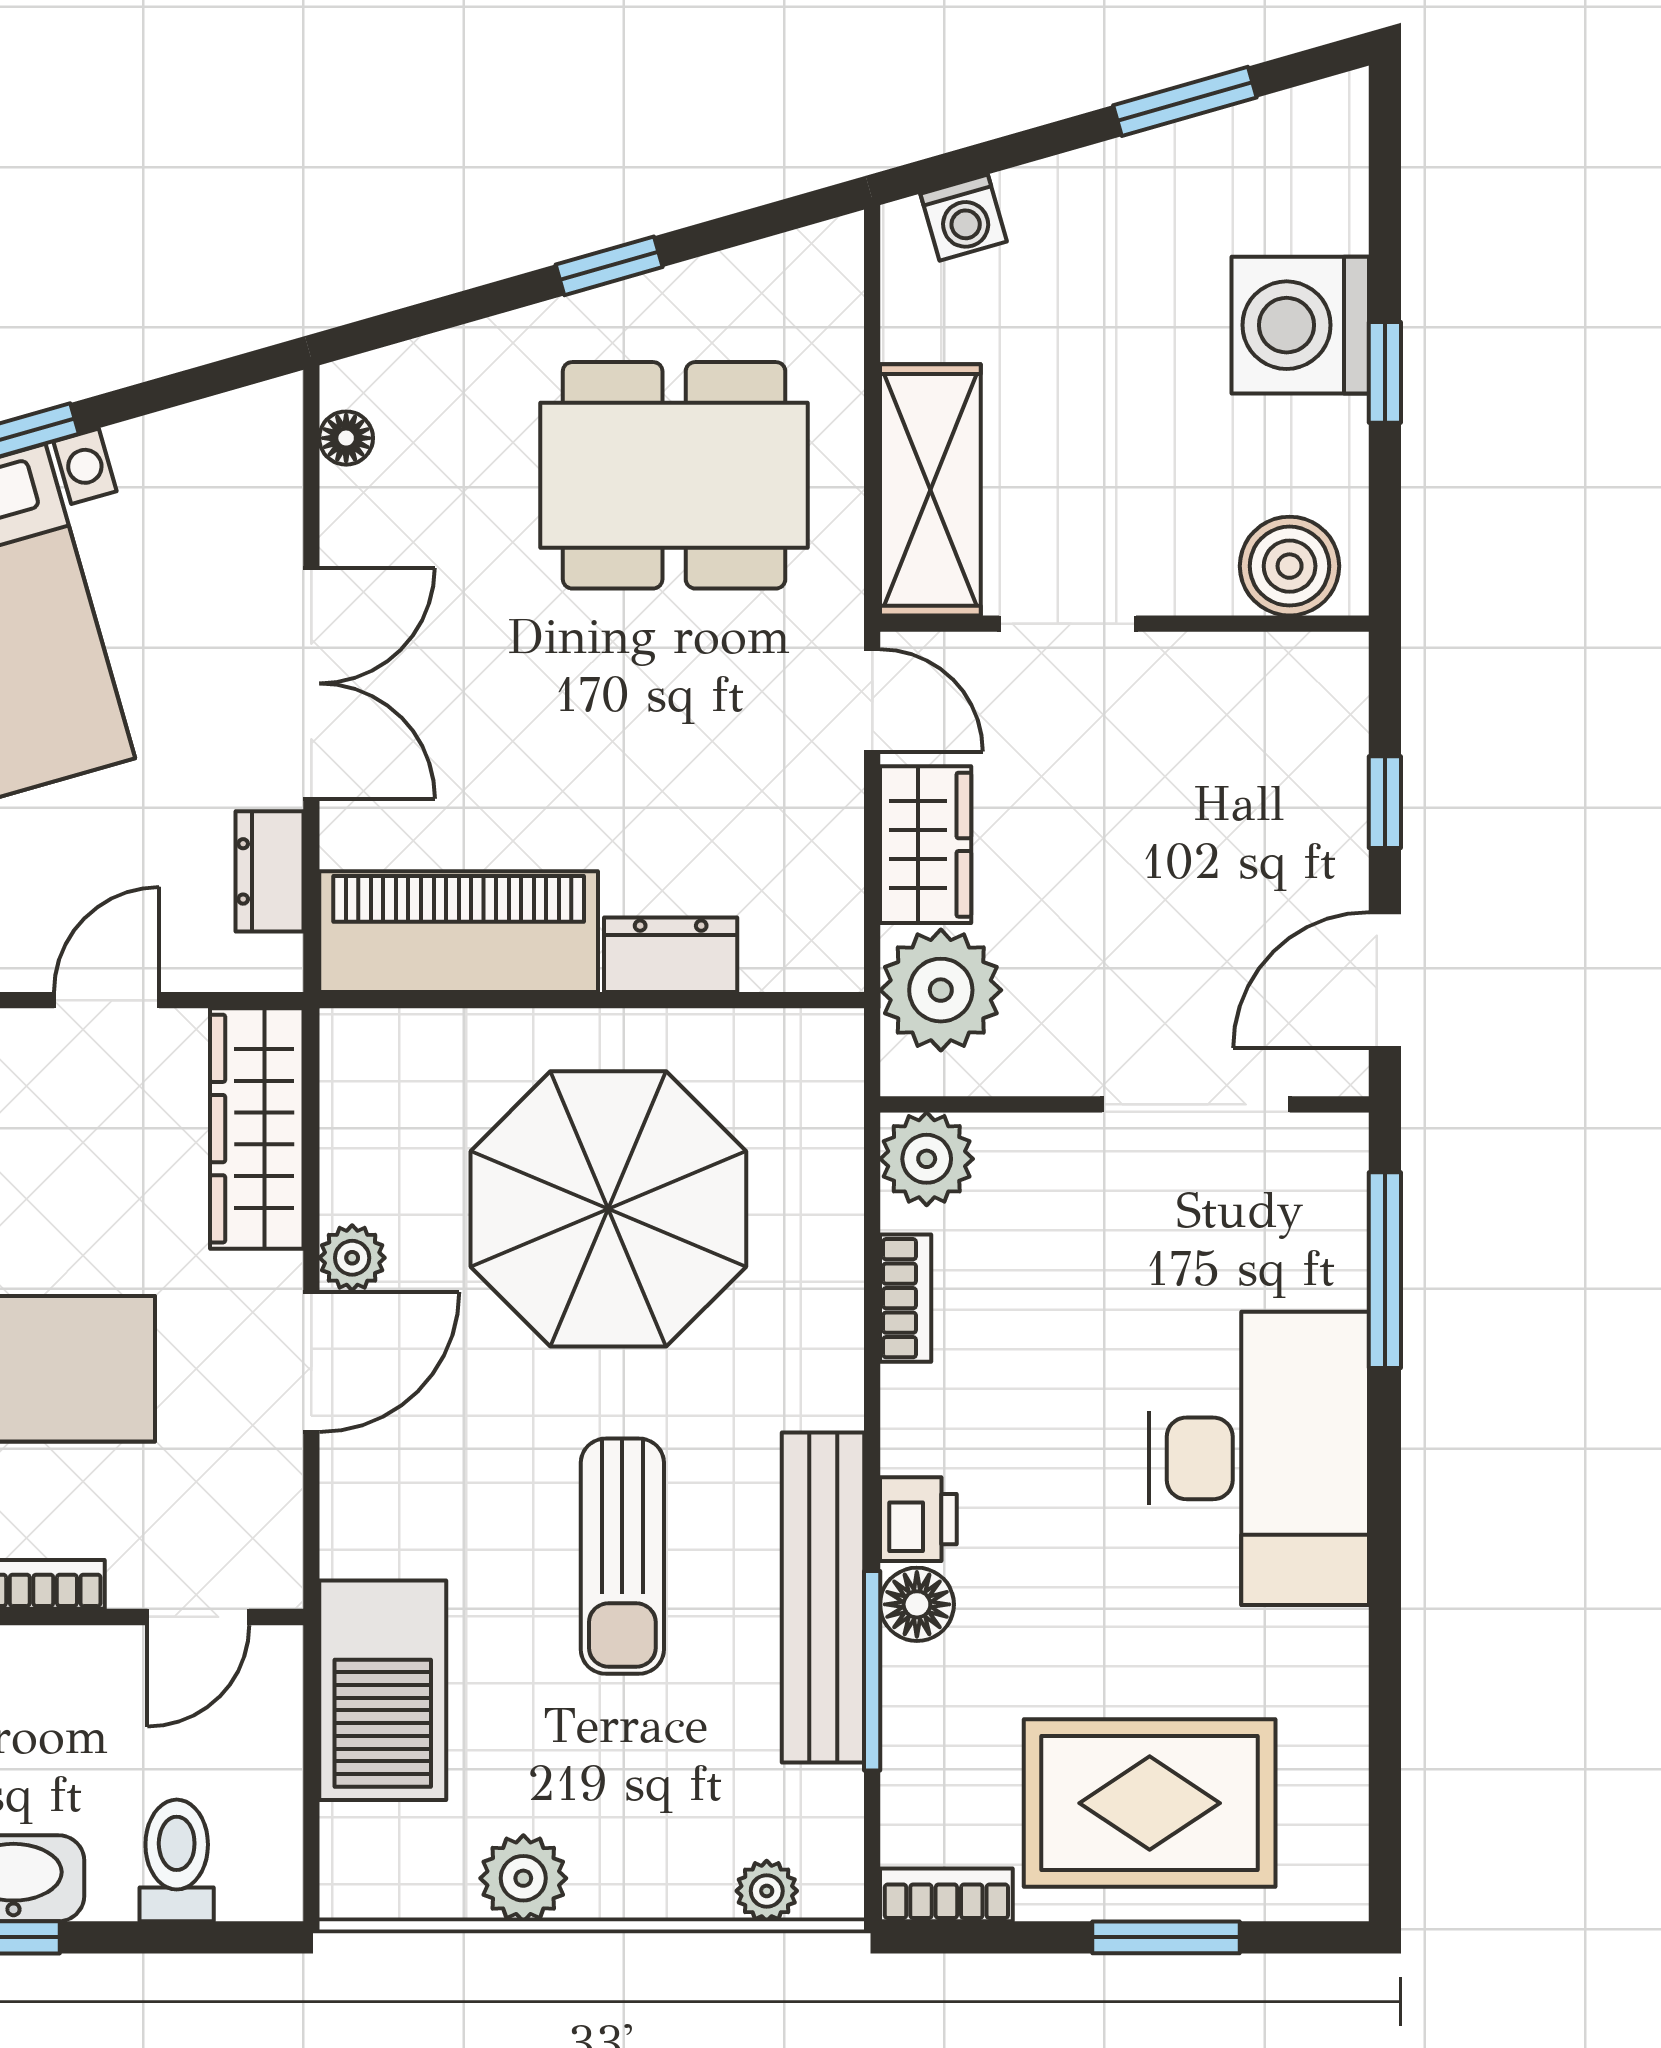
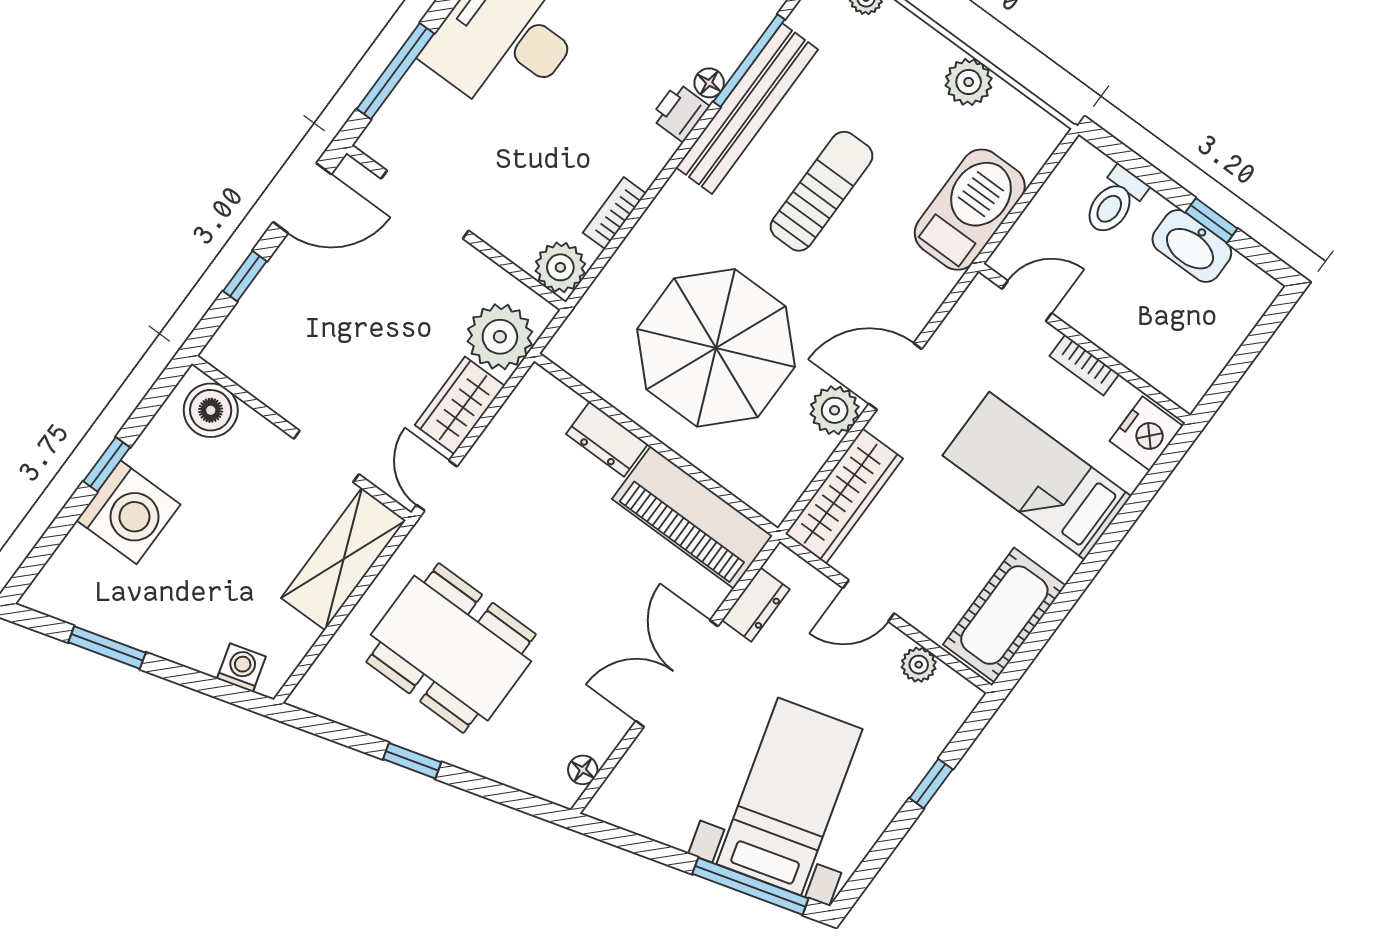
plant: (352, 1258) -> (835, 410), width x1.38, depth x1.38
floor lamp: (917, 1604) -> (709, 83), width x0.73, depth x0.73

